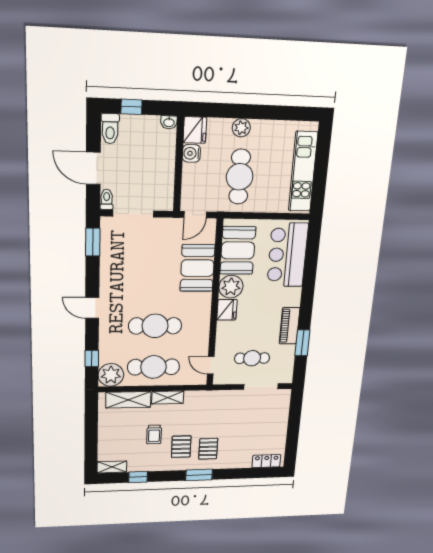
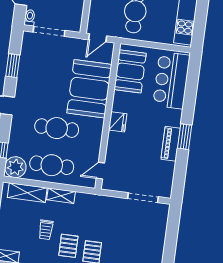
window: (93, 242) -> (13, 66), moved
booth: (197, 268) -> (89, 89), width x1.36, depth x1.42
plant: (231, 287) -> (122, 102), removed
window: (302, 343) -> (185, 137), moved
cafe table: (252, 358) -> (137, 169), removed
door: (211, 365) -> (100, 171), hinge flipped

